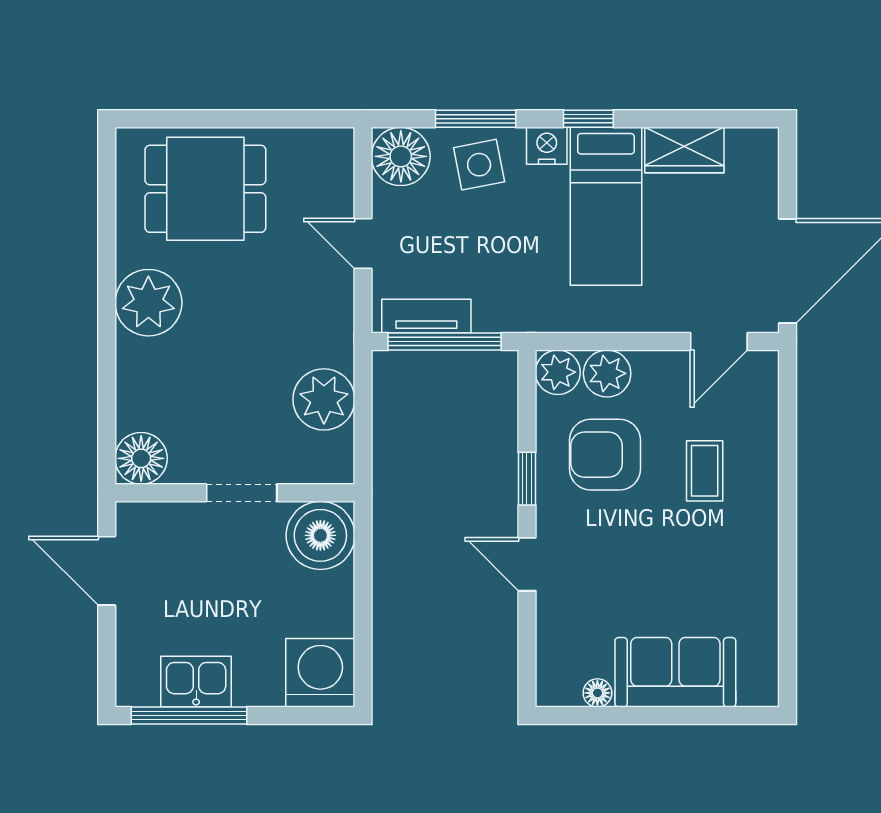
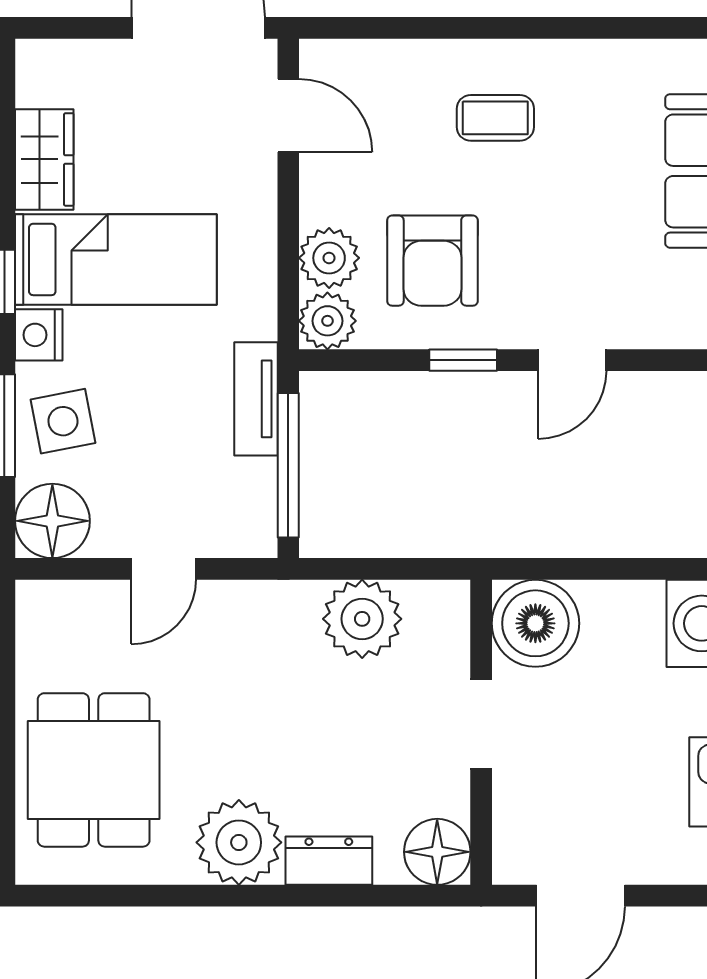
tv unit: (426, 316) -> (256, 399), moved
dresser: (134, 373) -> (329, 861), added
coffee table: (705, 471) -> (495, 118), moved

